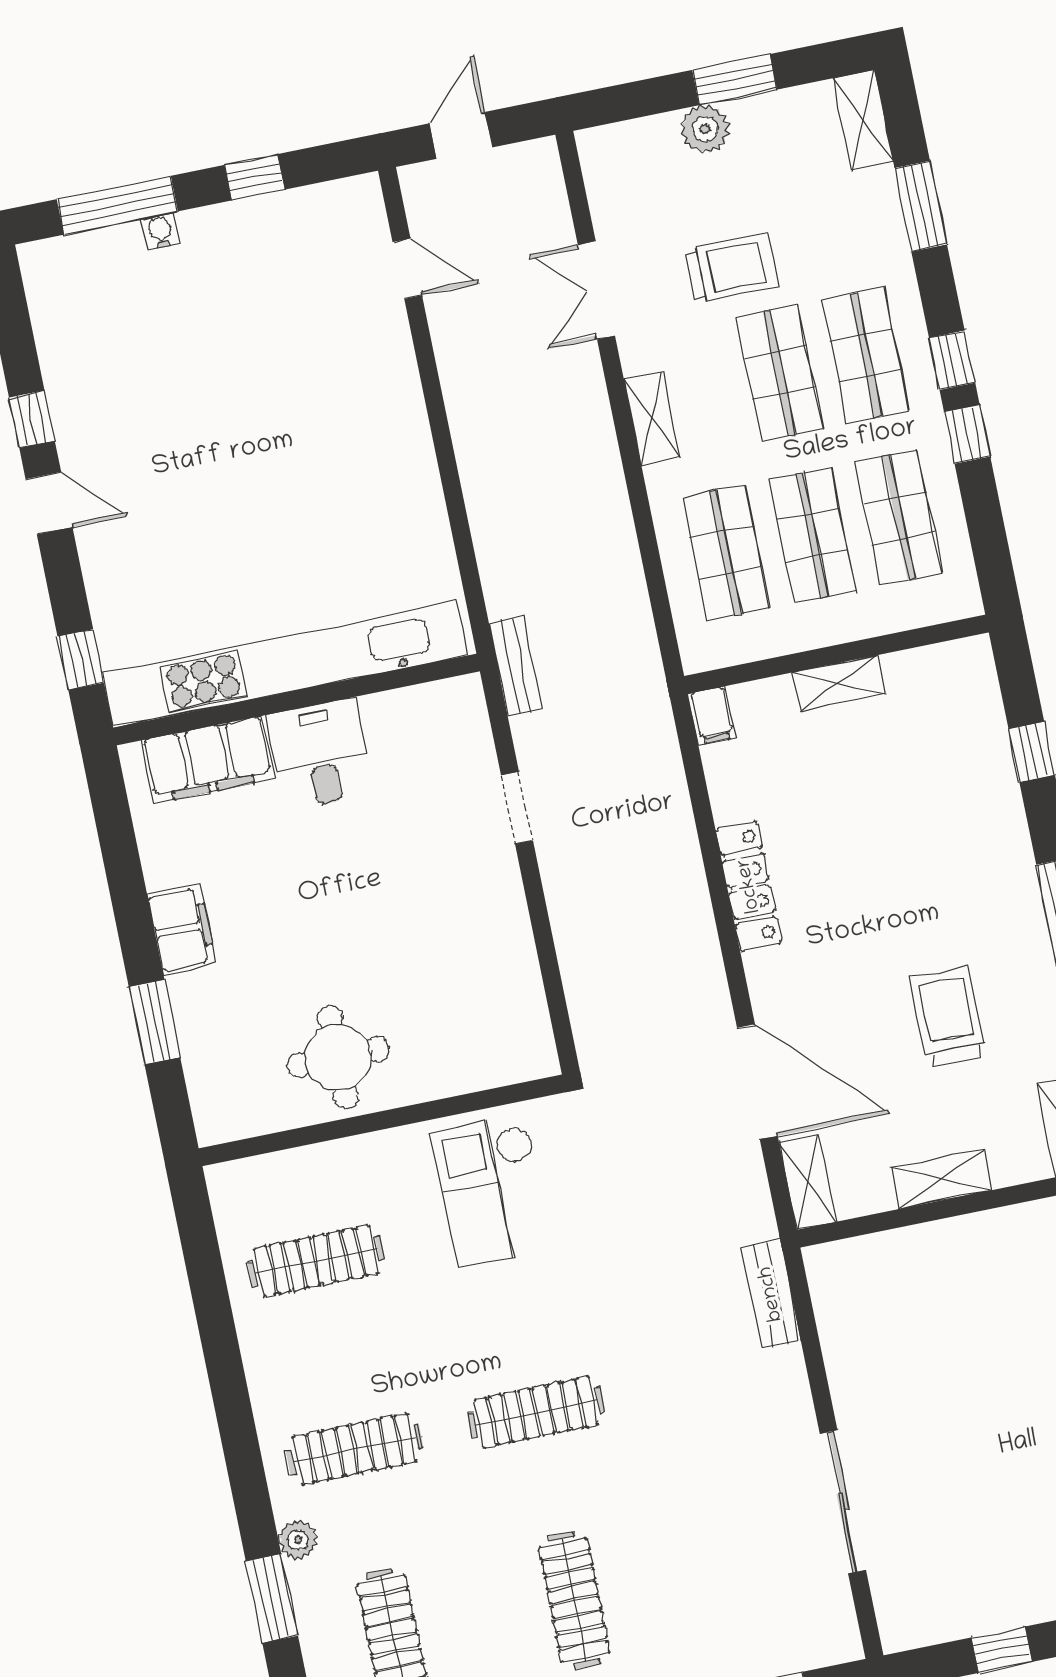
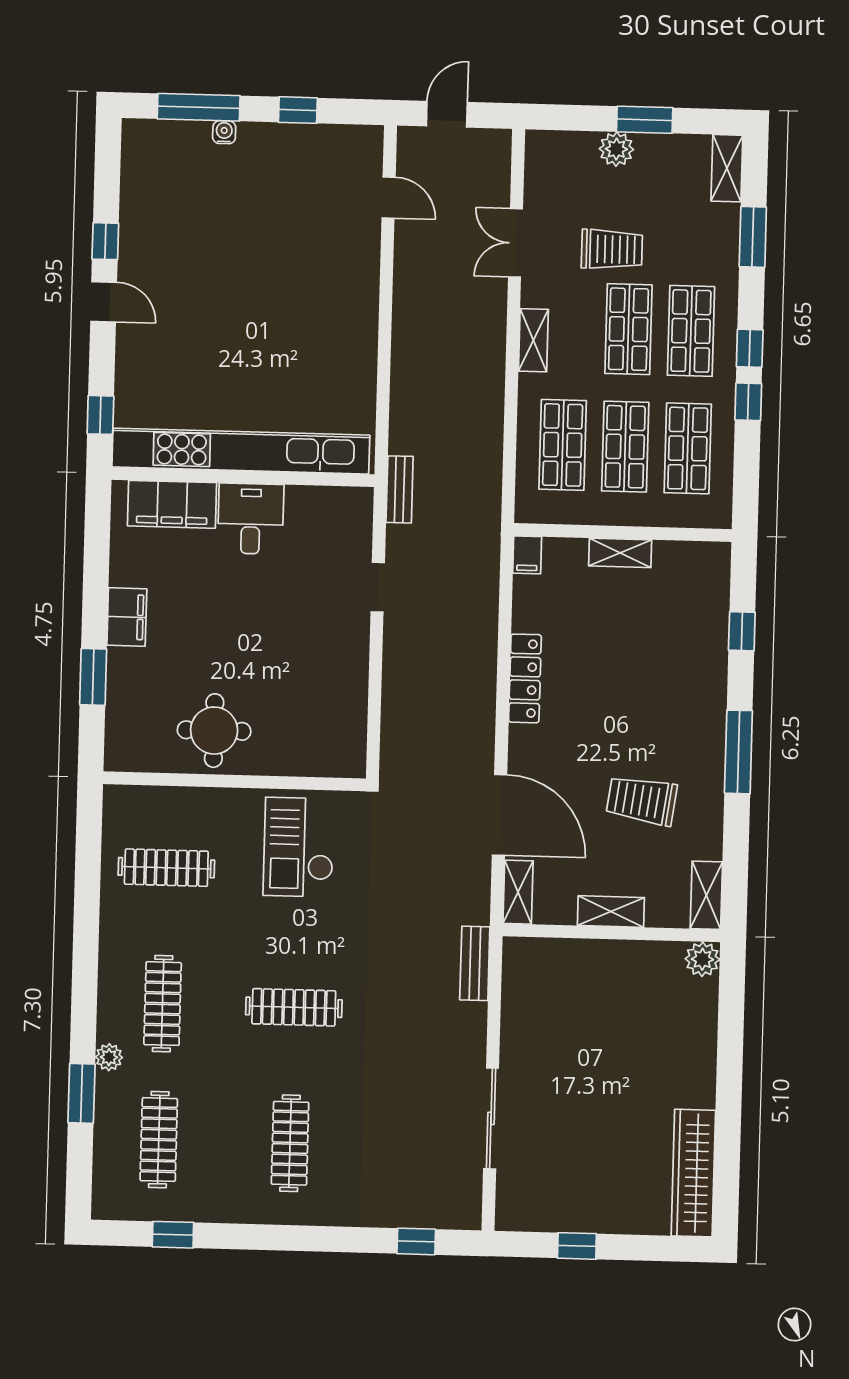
trolley: (948, 1016) -> (642, 800), turned -82
clothes rail: (355, 1449) -> (163, 1004), turned 90

